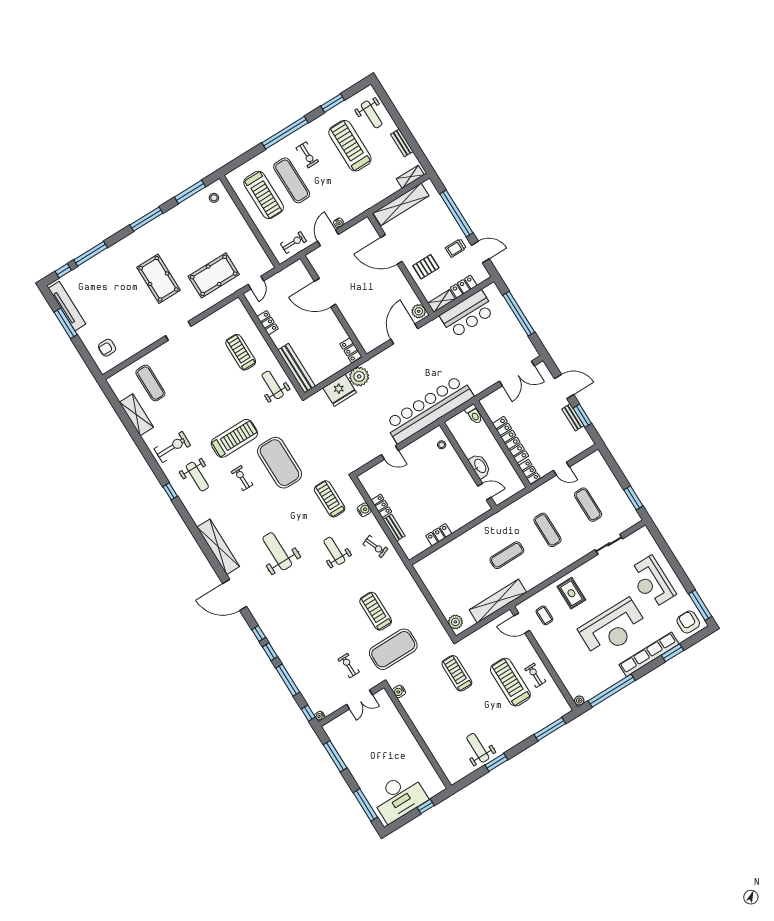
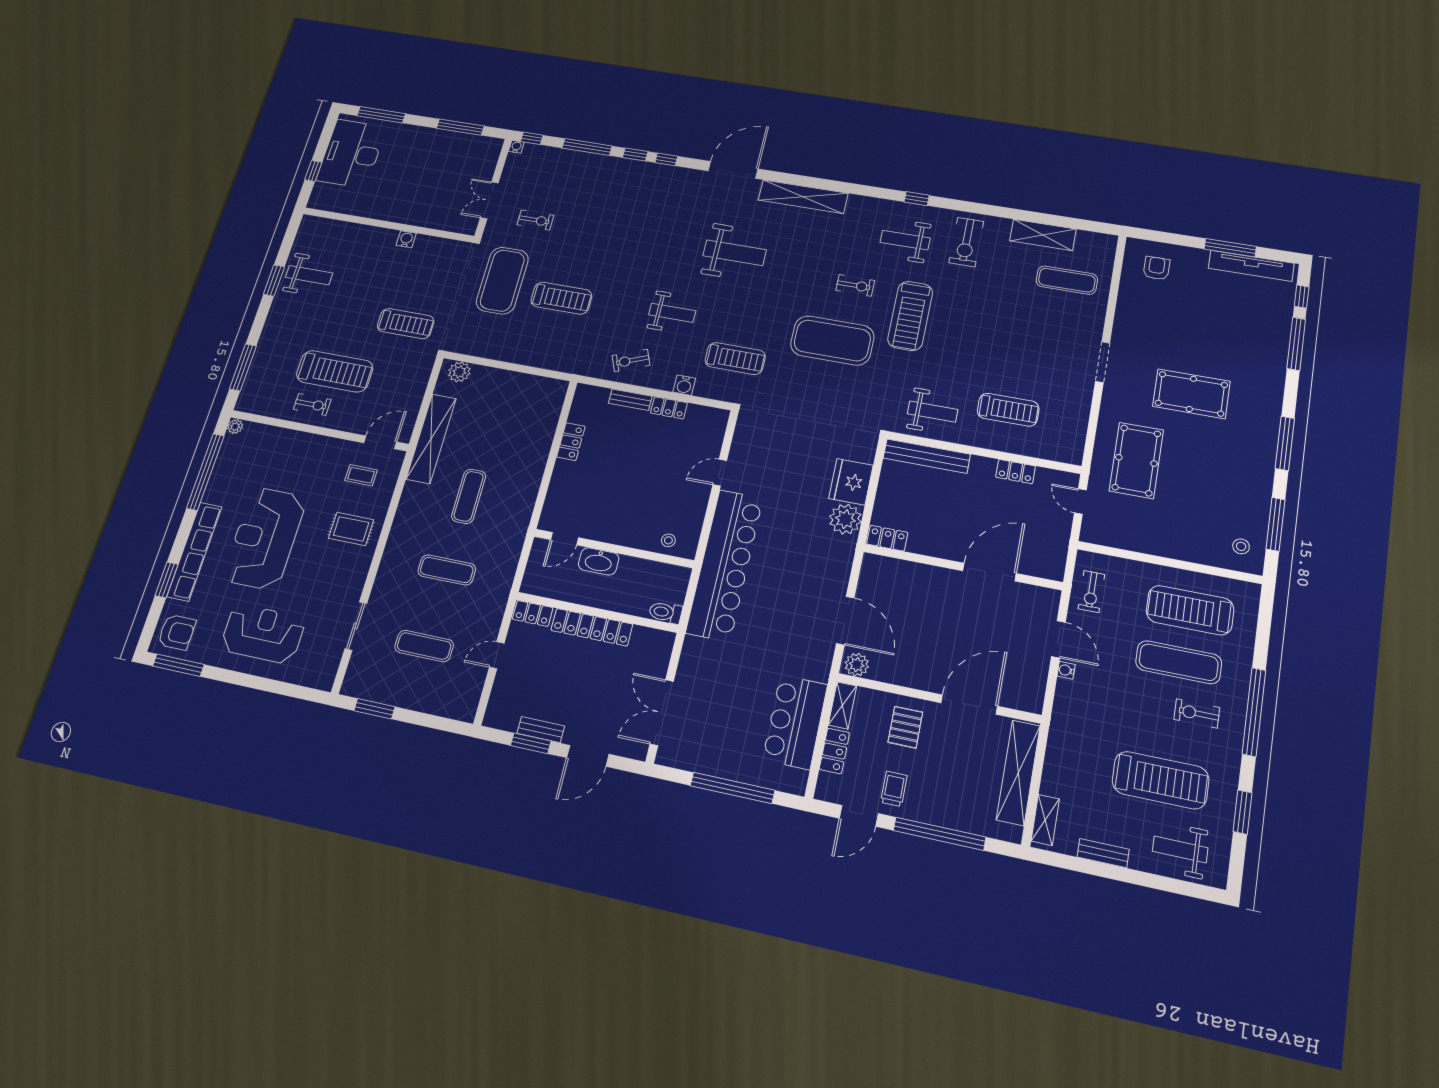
water cooler: (399, 691) -> (406, 239), moved

